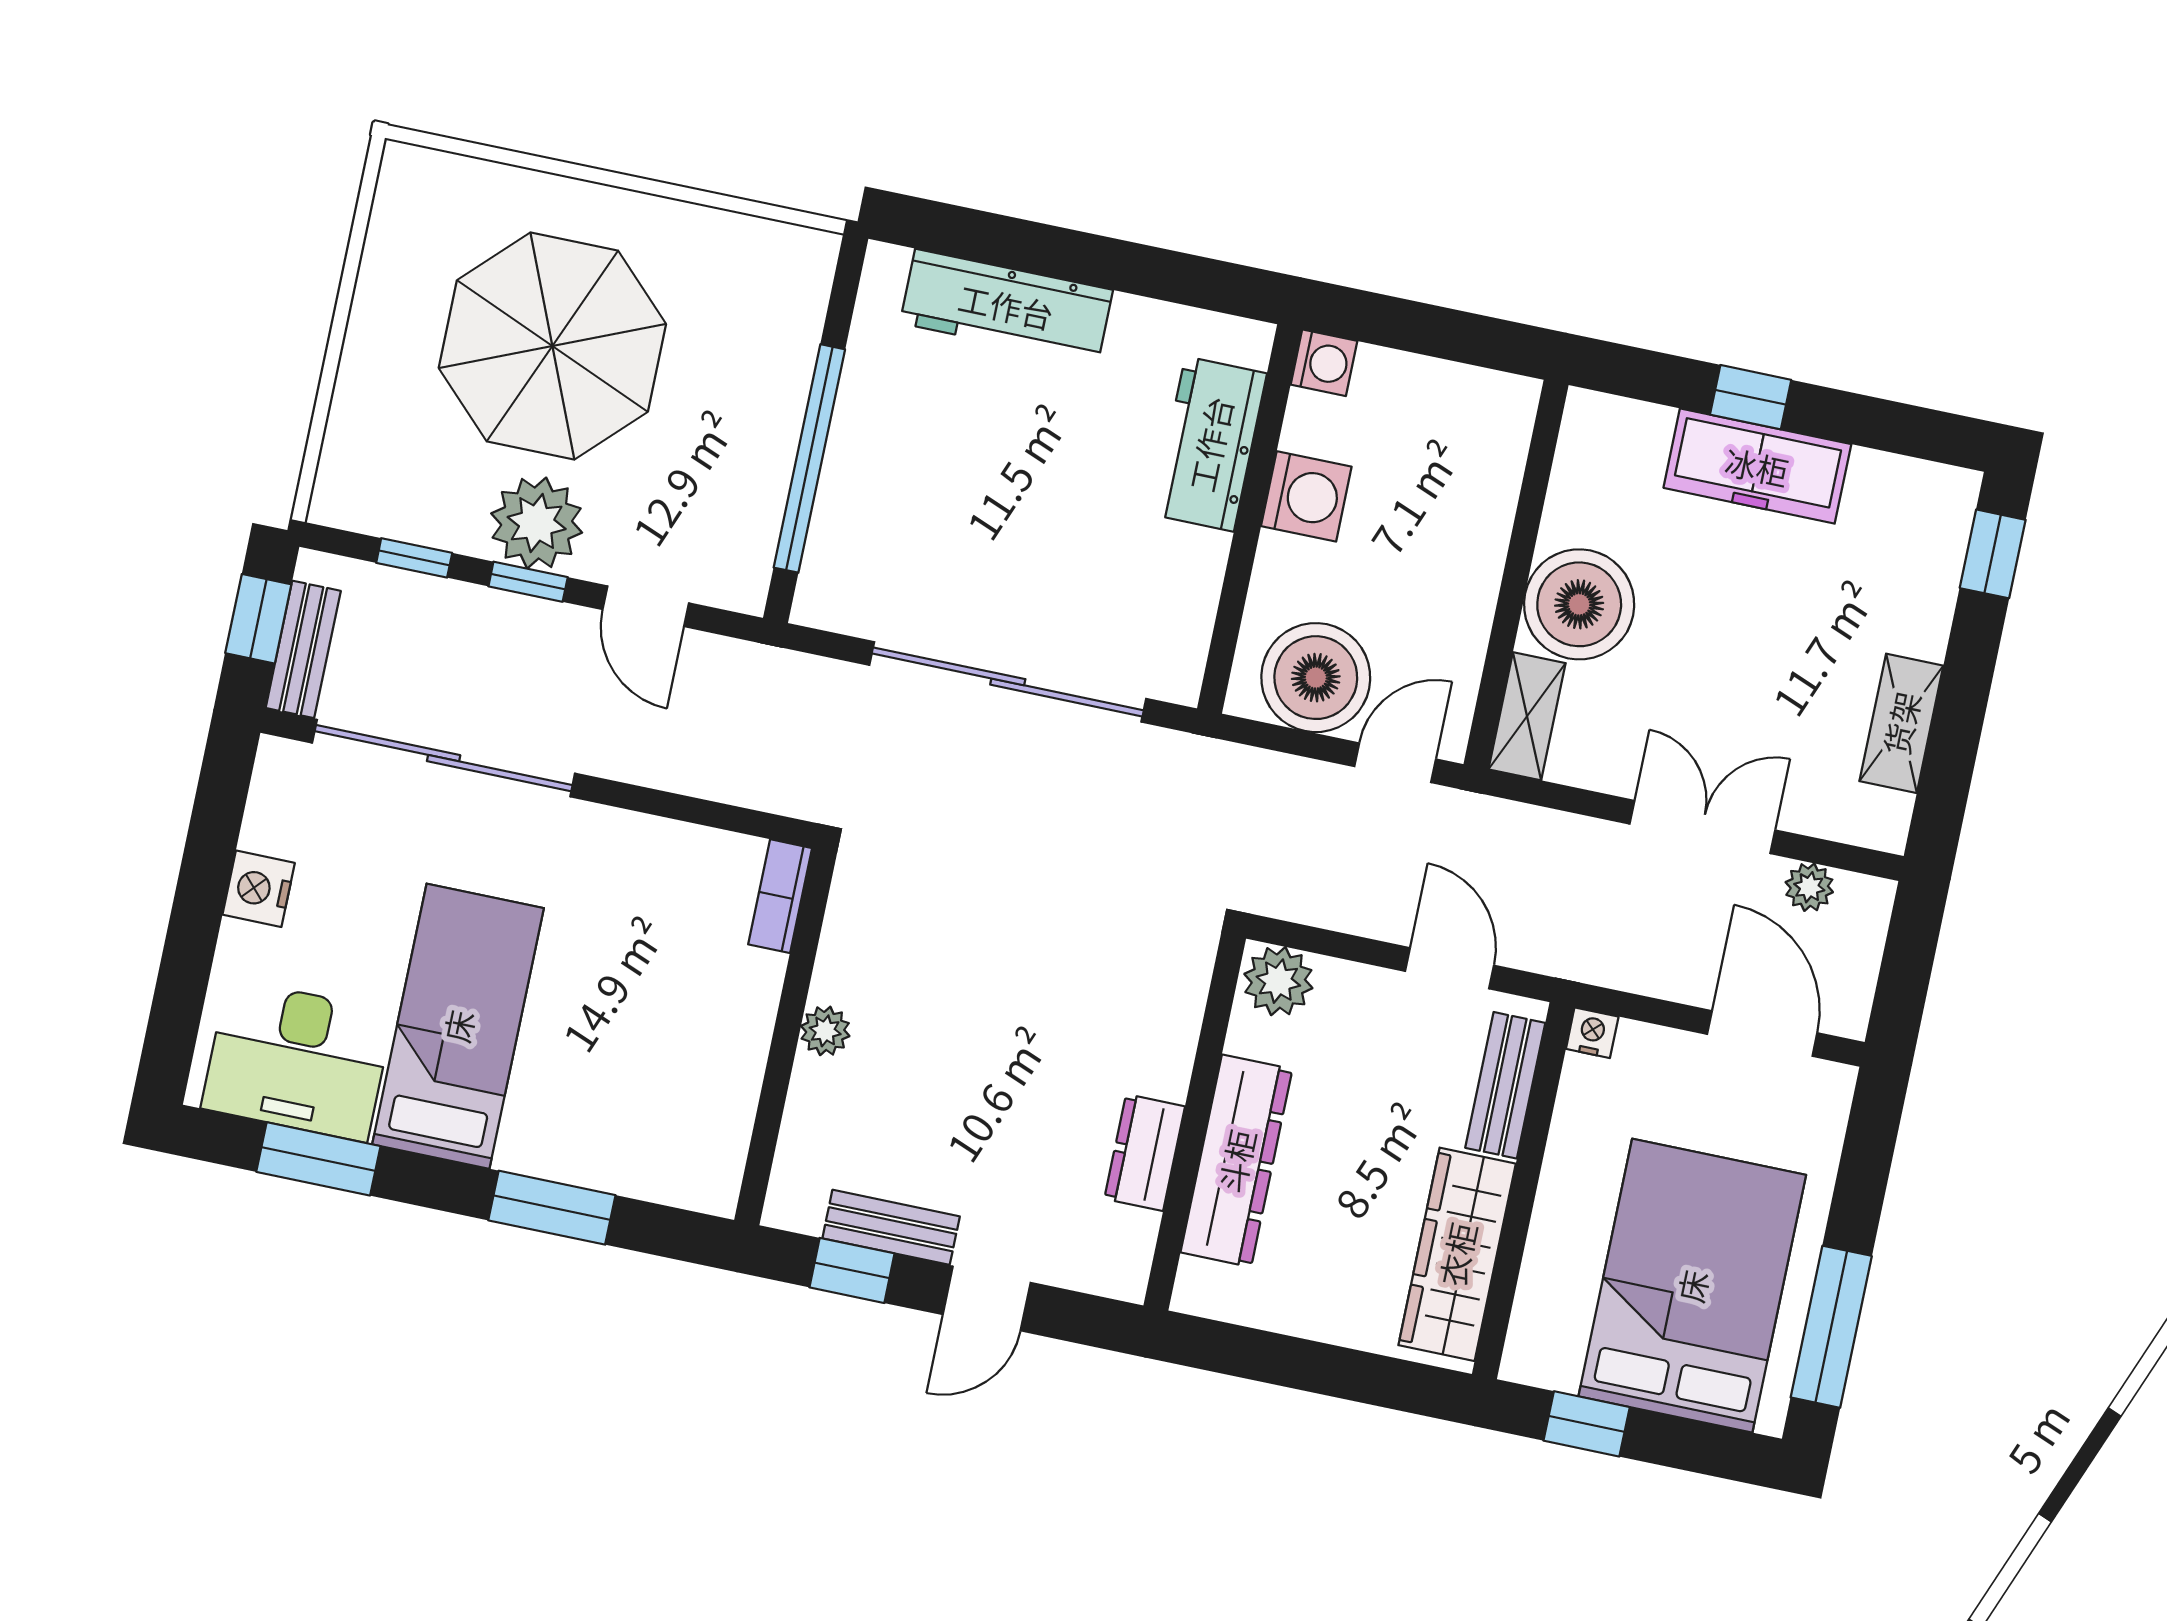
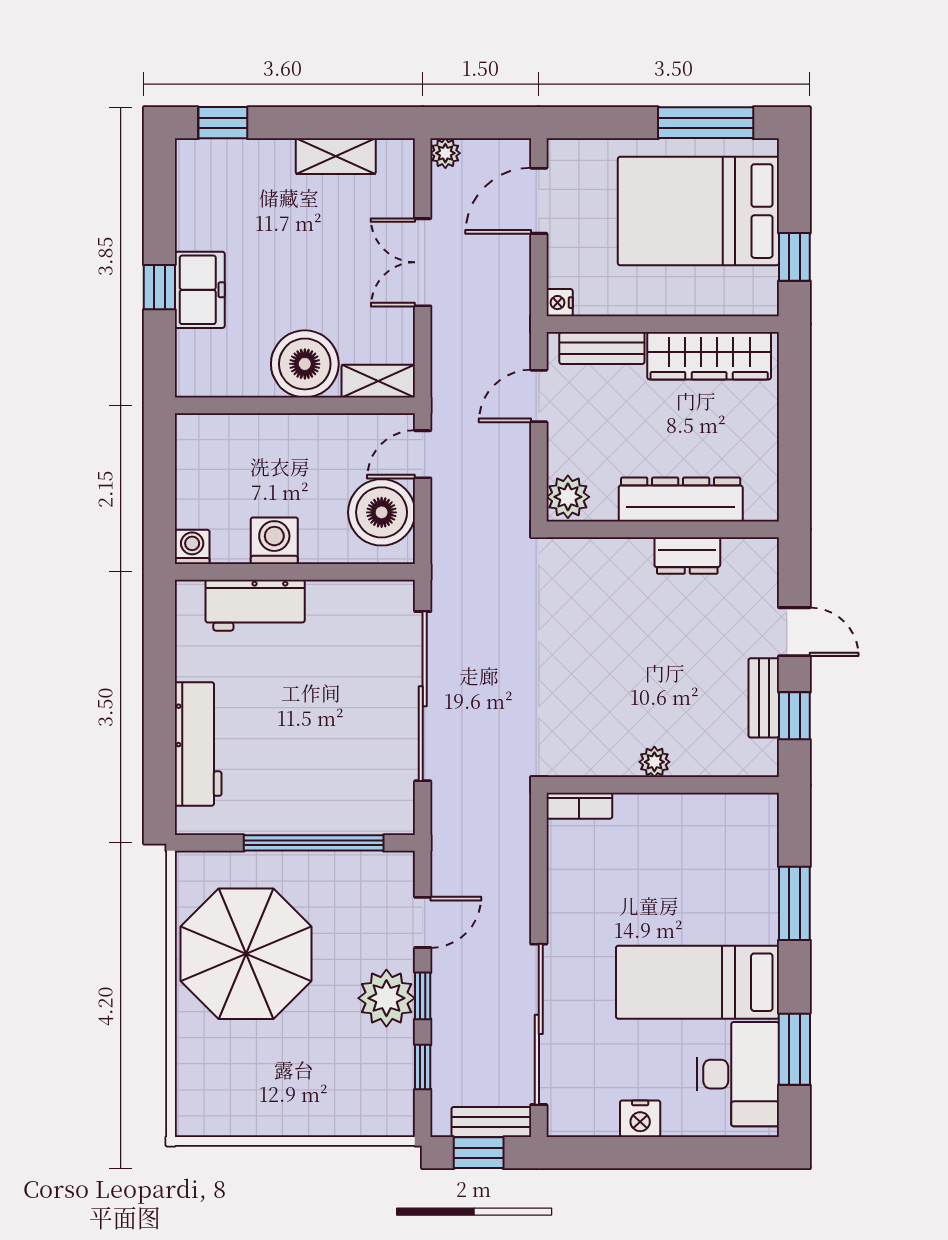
parasol: (552, 346) -> (246, 954), moved
freezer: (1757, 466) -> (200, 290), width x0.71
door: (1395, 763) -> (423, 454), hinge flipped
plant: (1809, 887) -> (445, 153), moved

